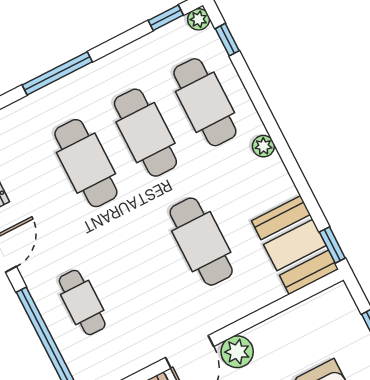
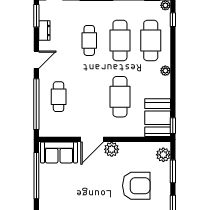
cafe table: (86, 163) -> (89, 40), width x0.73, depth x0.74
plant: (343, 311) -> (163, 155), added

